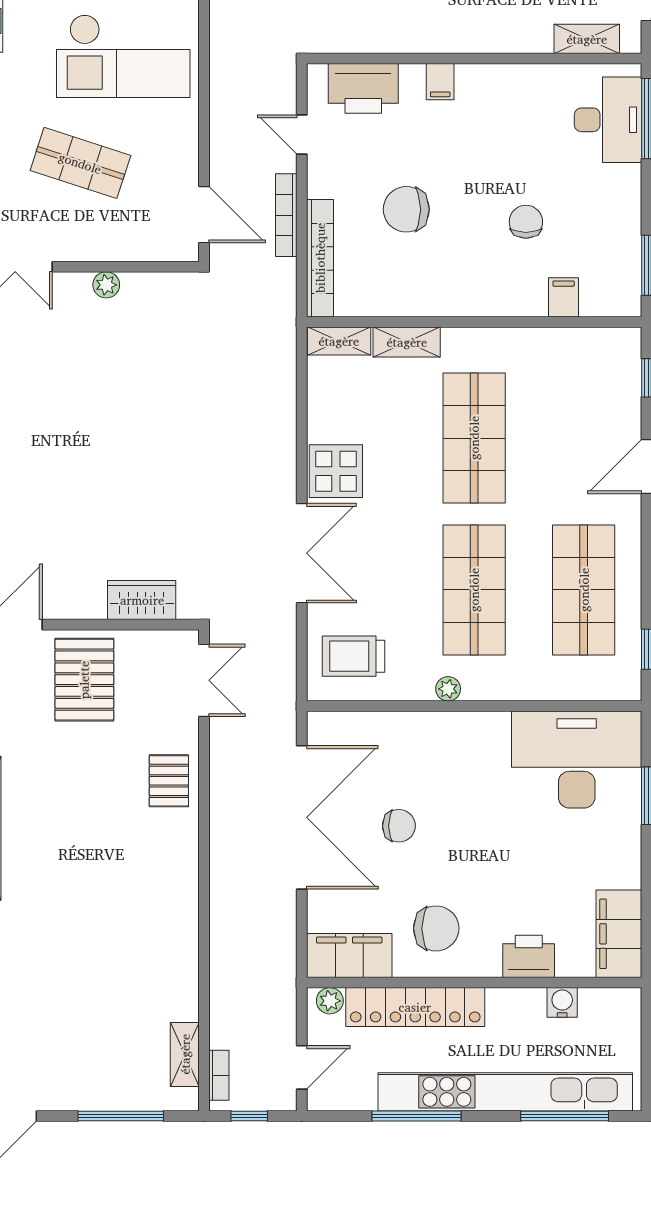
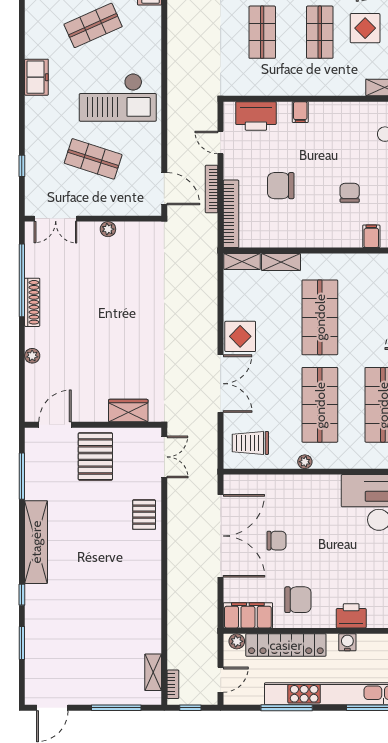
water cooler: (562, 1002) -> (347, 642), moved

